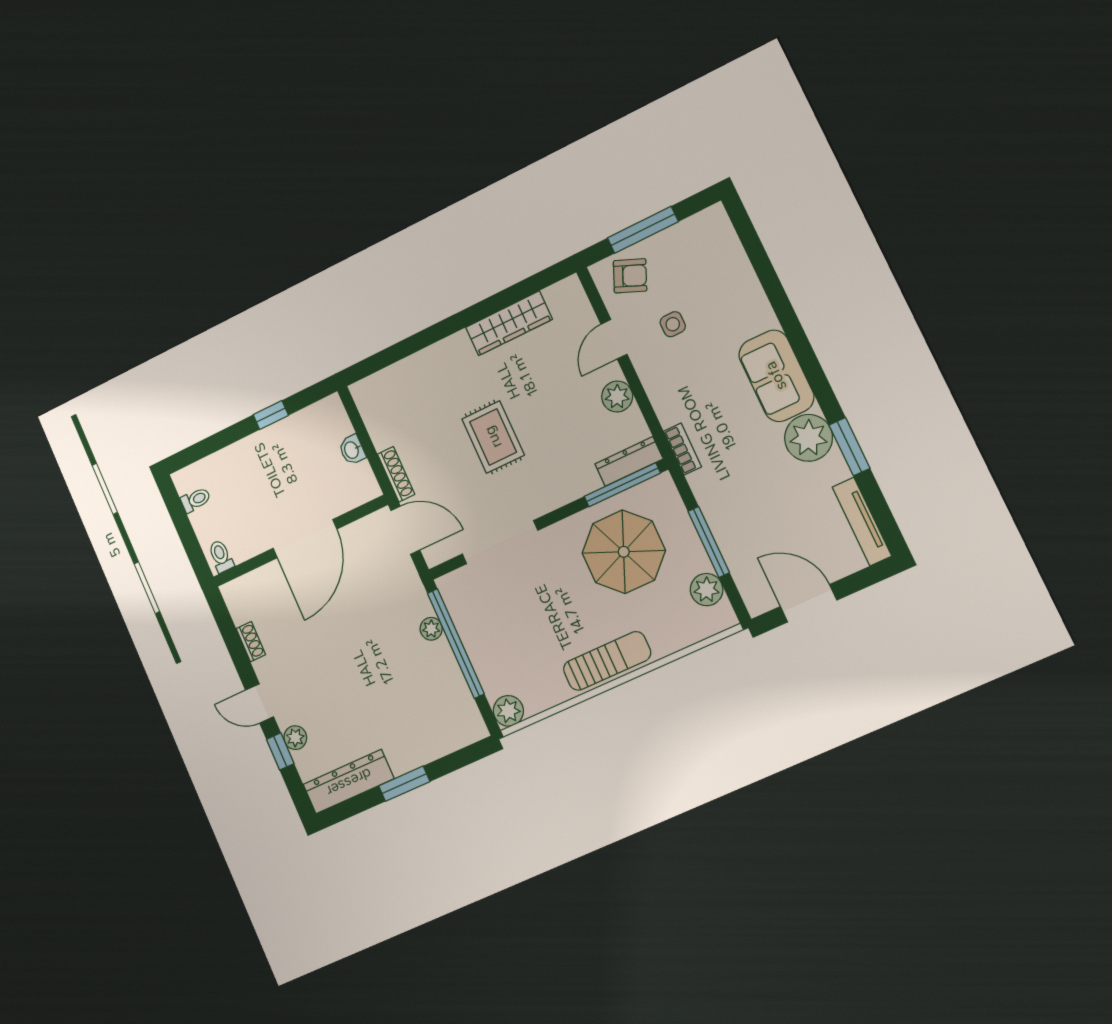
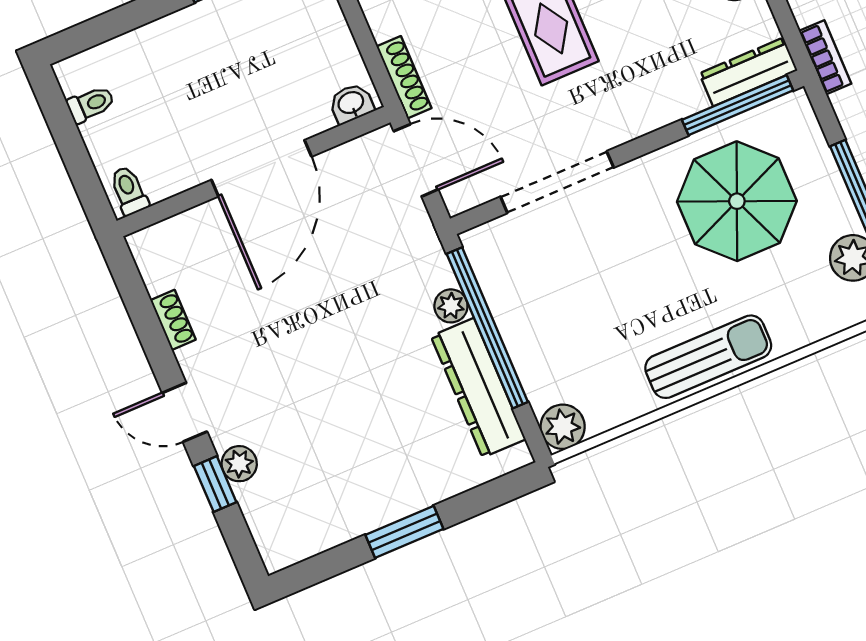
washbasin: (352, 450) -> (351, 103), moved, turned 90
dresser: (349, 782) -> (478, 388), moved, turned -90

